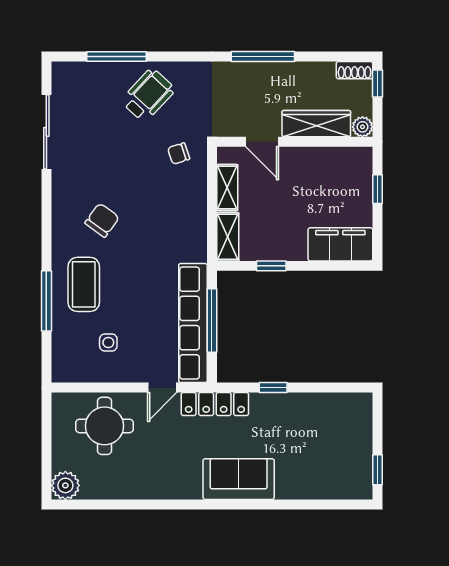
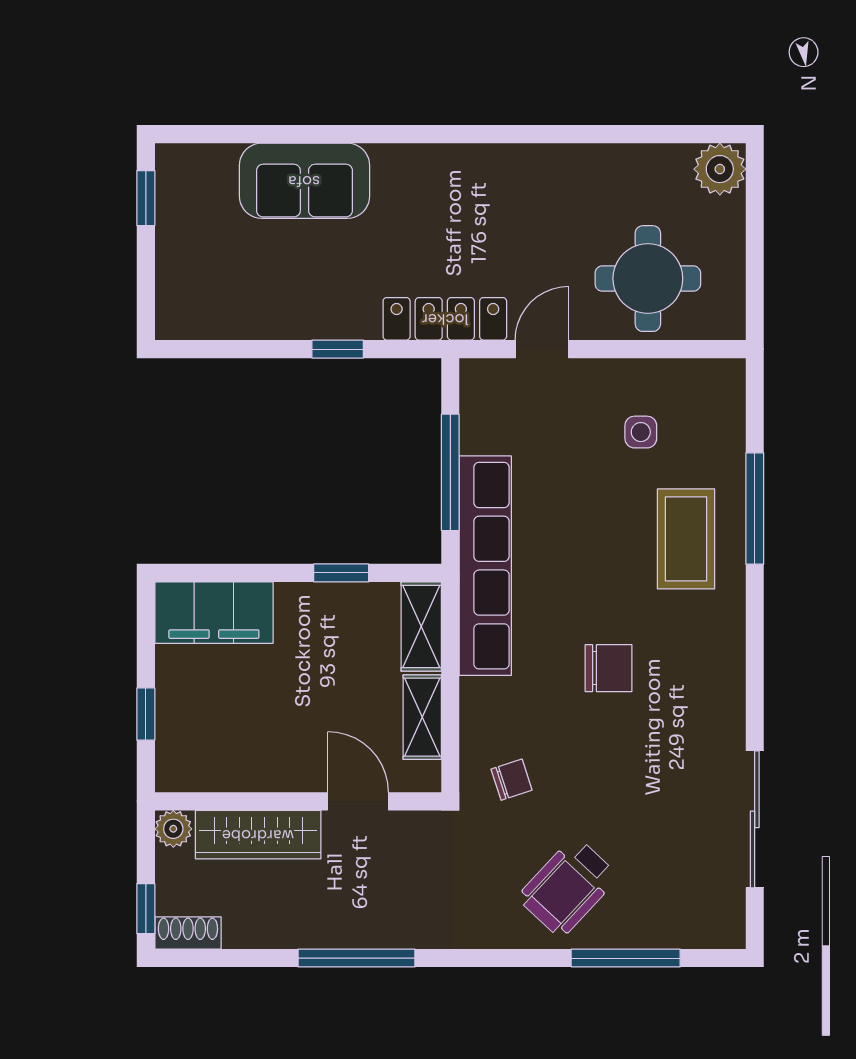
chair: (102, 220) -> (608, 668), moved, turned -126
row of seats: (193, 323) -> (485, 566), moved
sofa: (239, 479) -> (304, 181), moved

